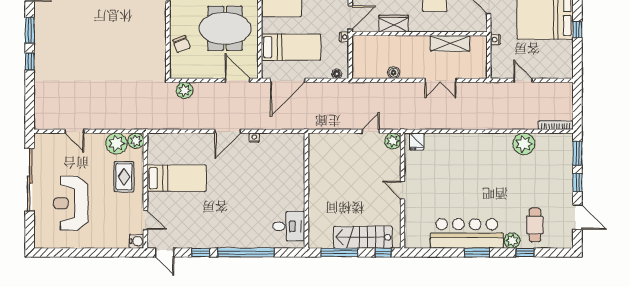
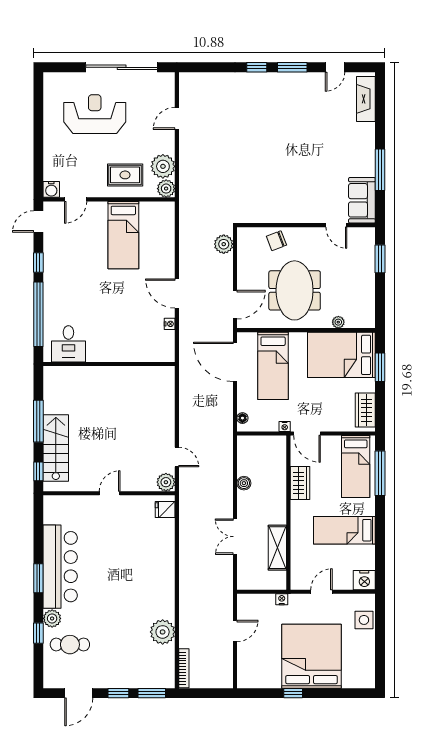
wall: (306, 191) -> (109, 364), moved
desk: (289, 226) -> (68, 344), moved

